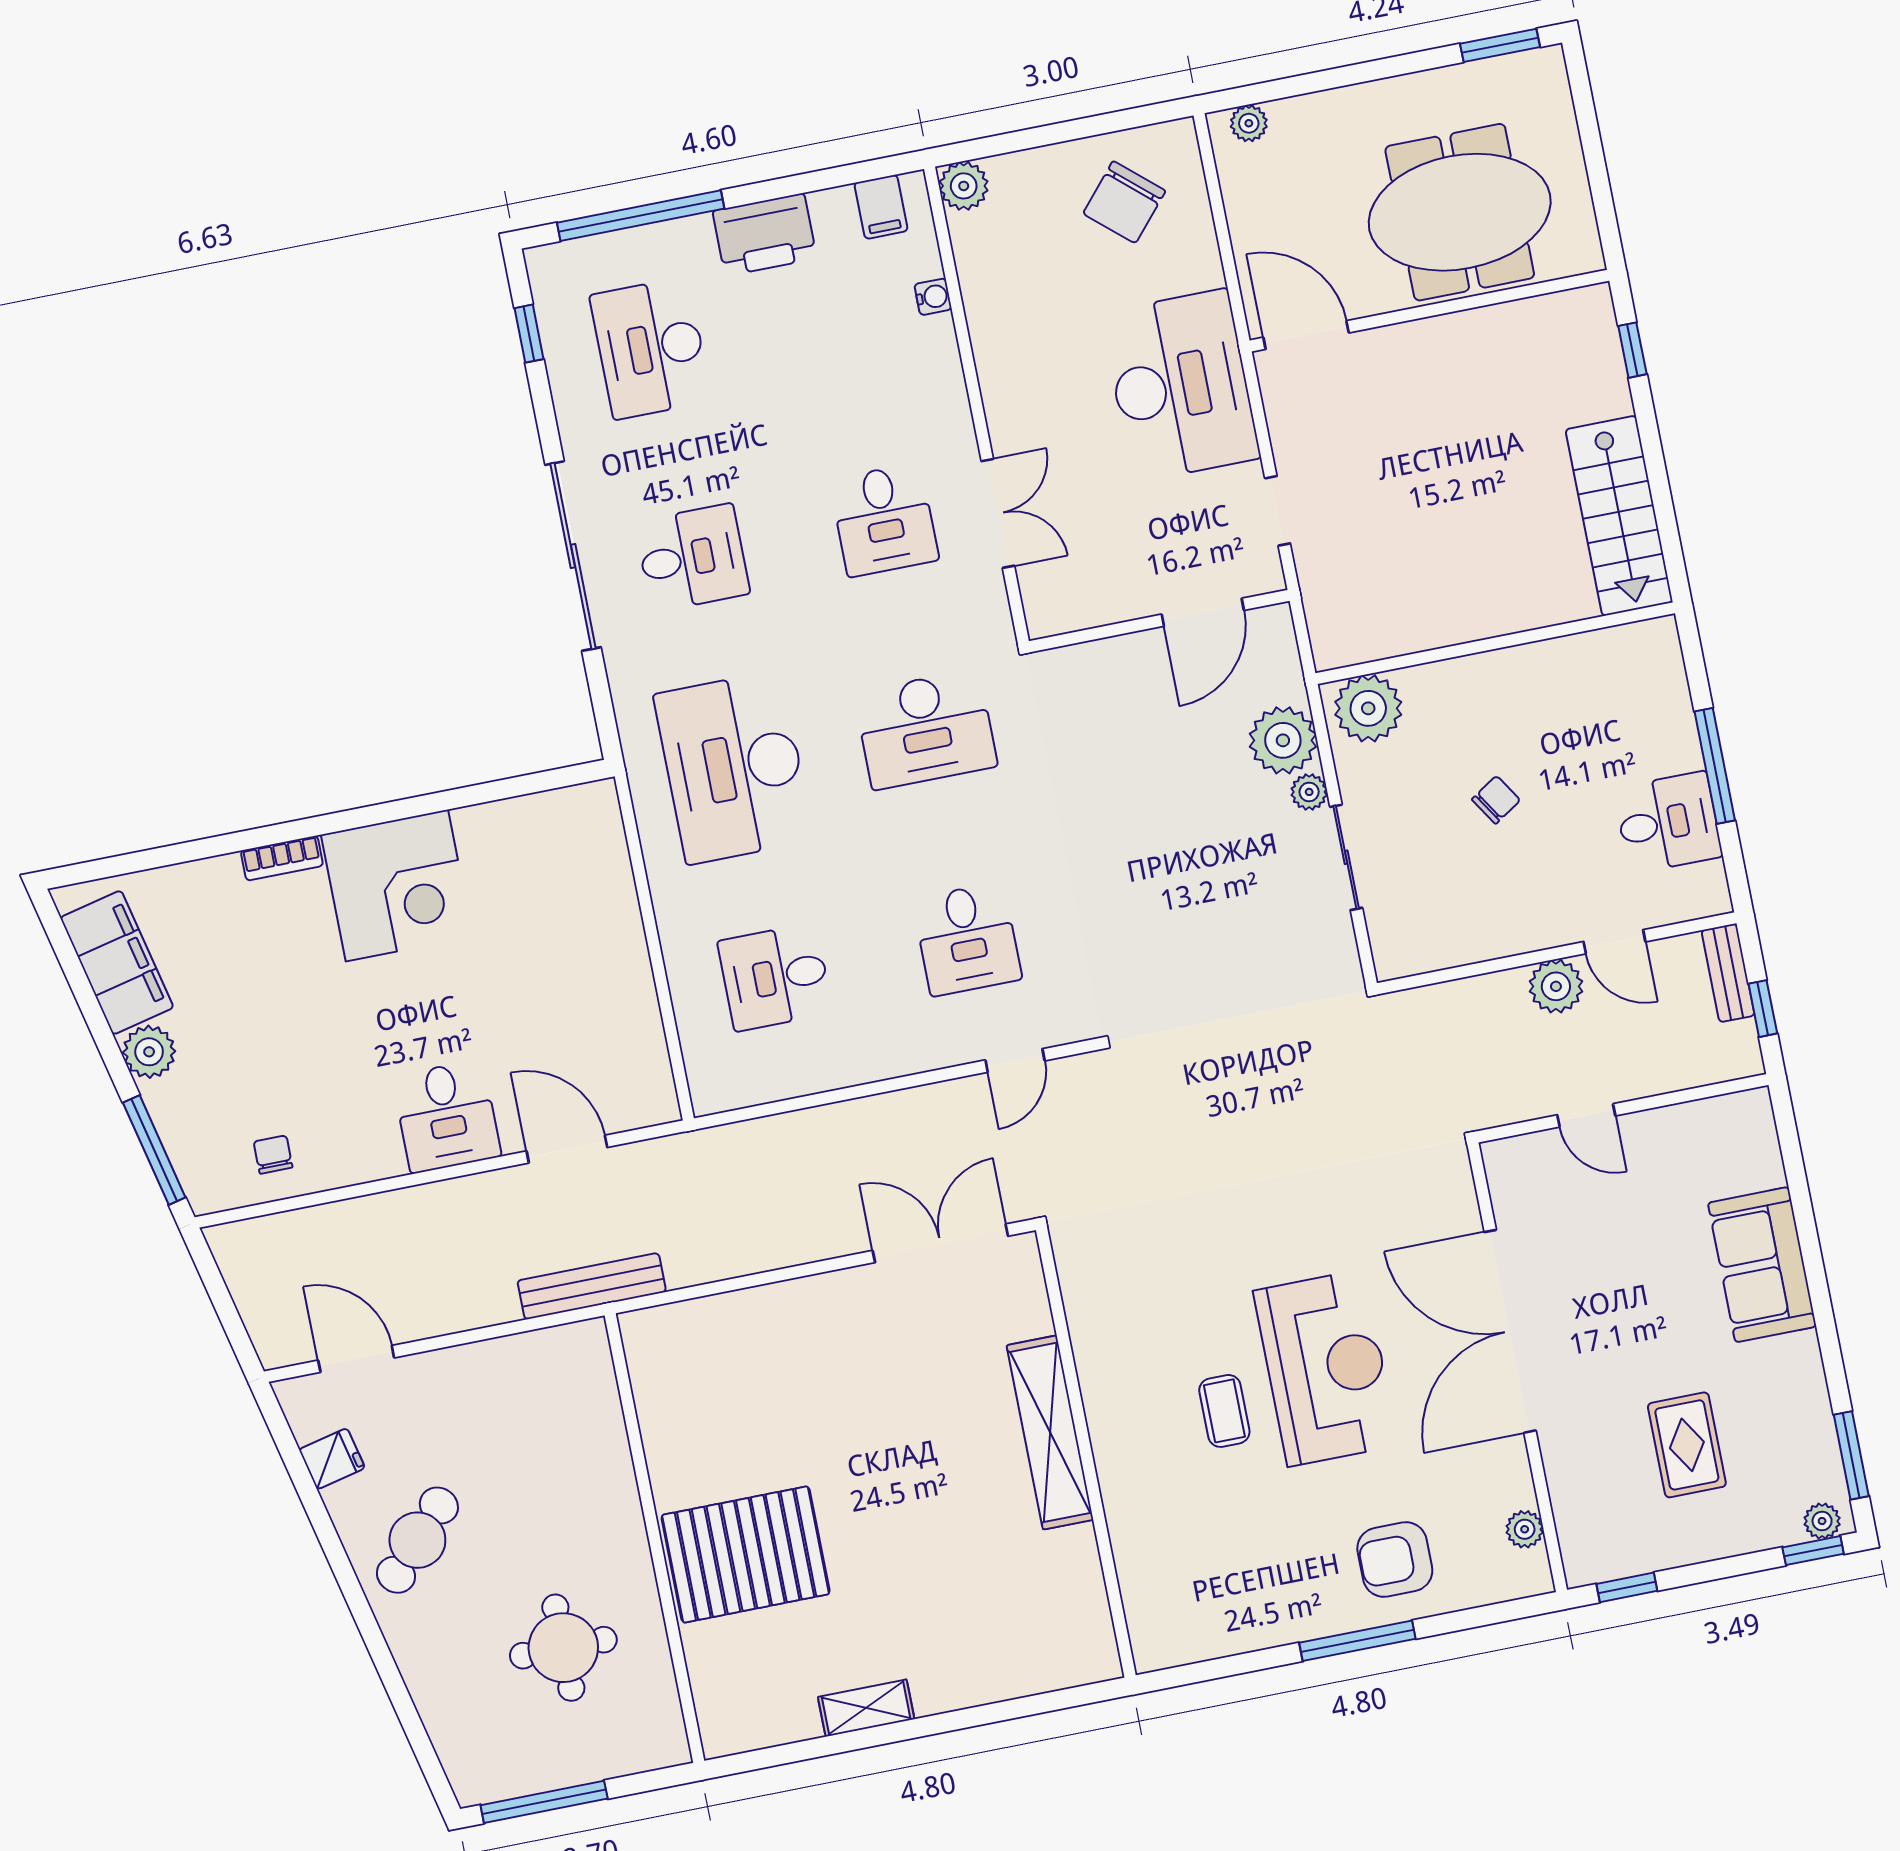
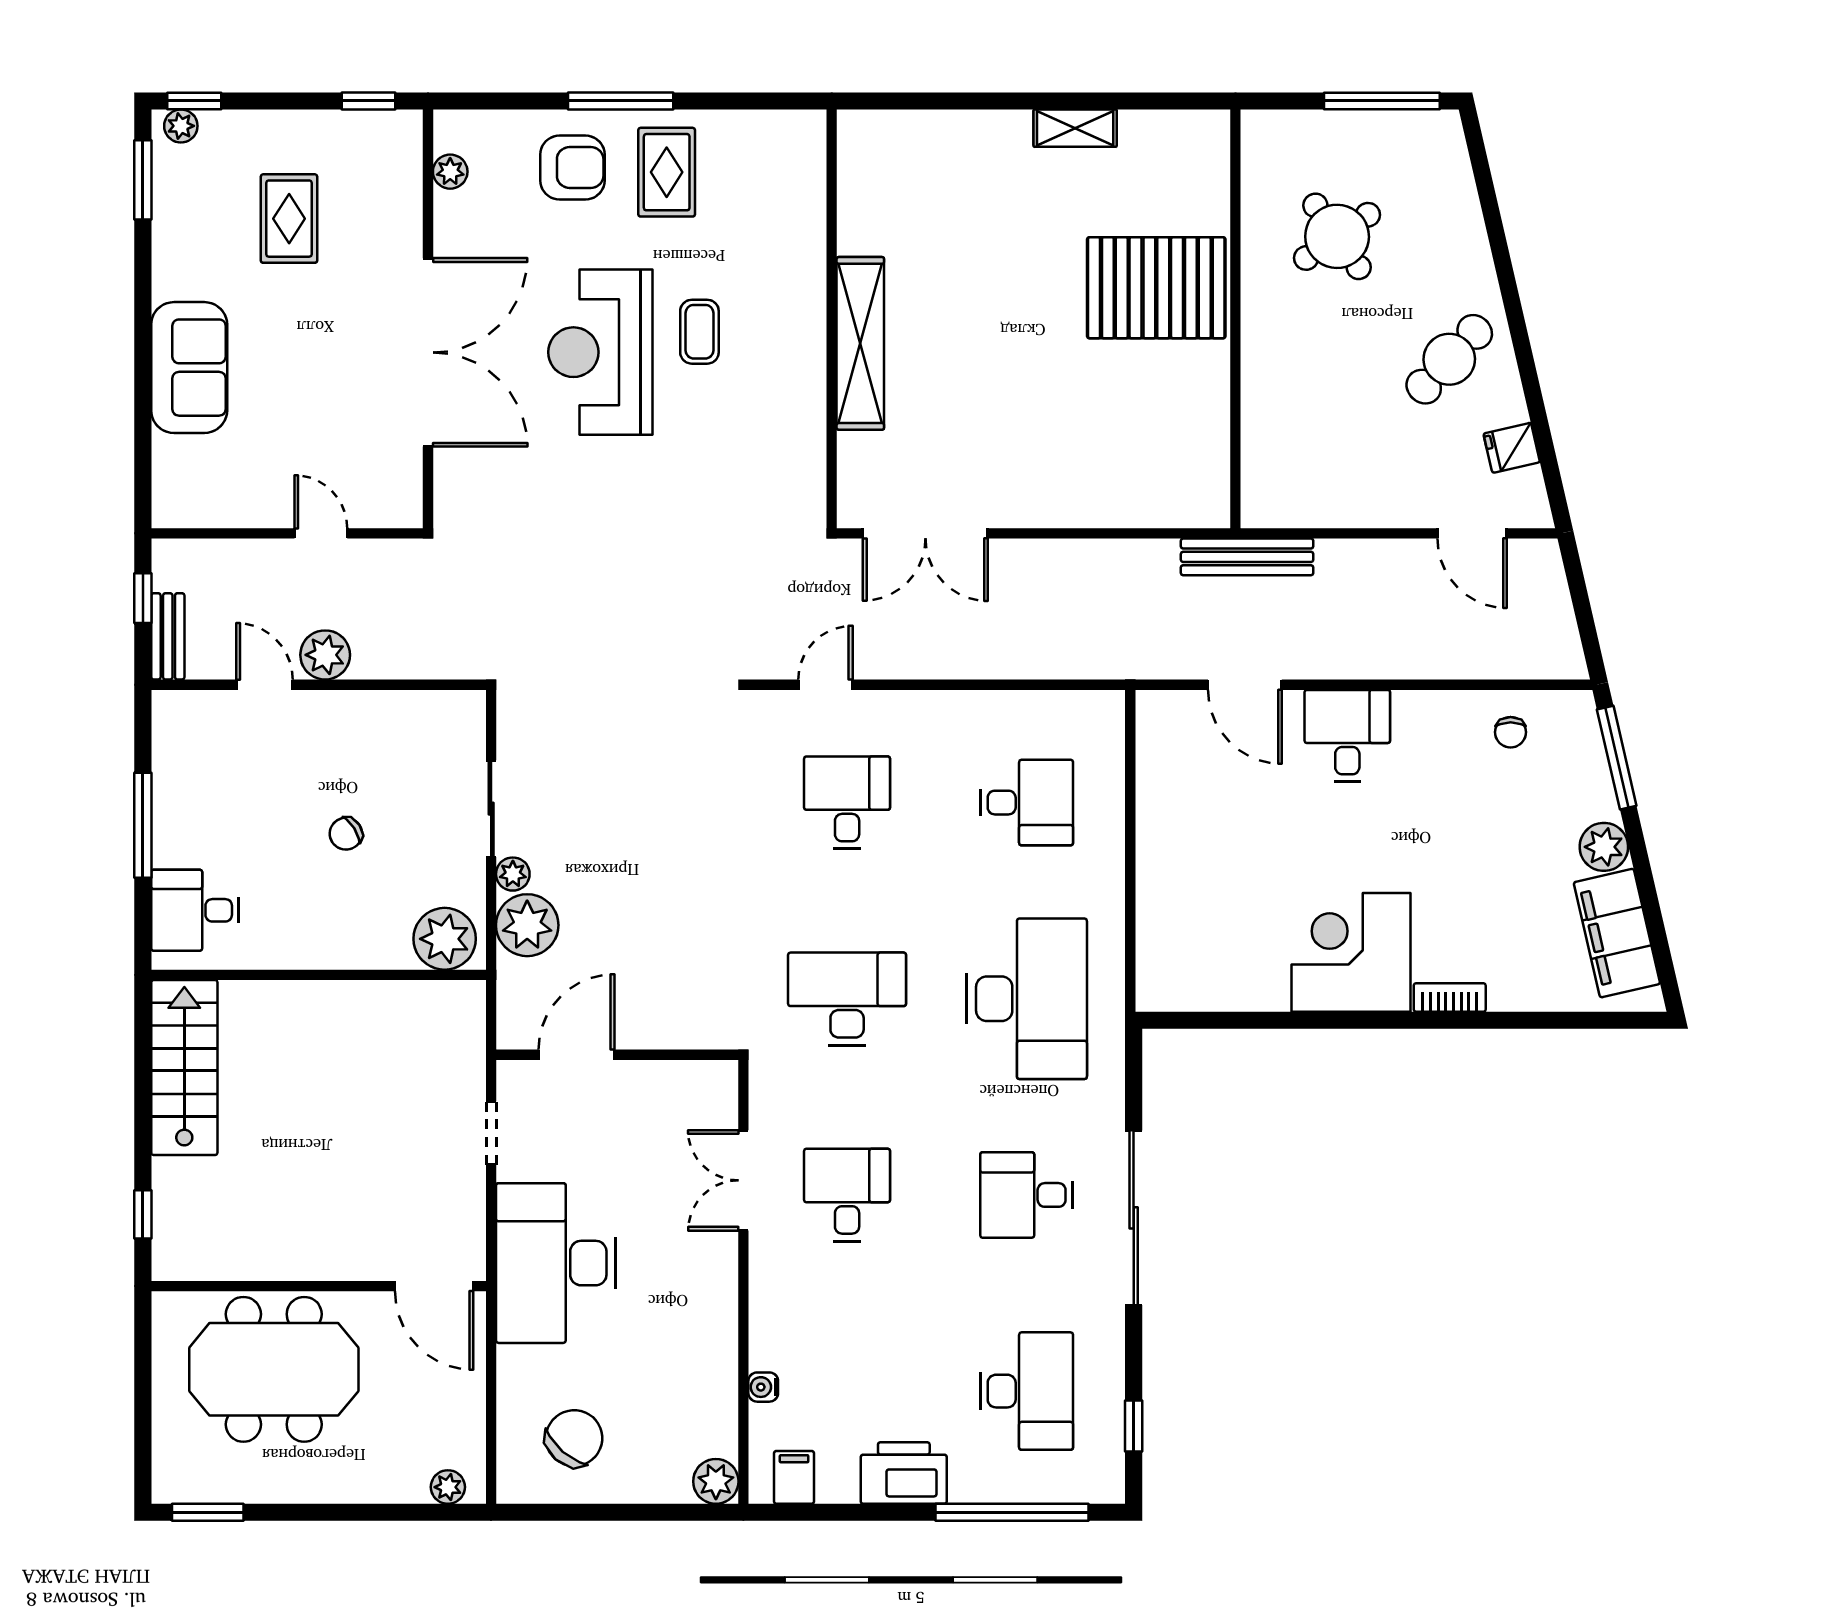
desk: (1668, 823) -> (195, 910), moved
rug: (1293, 1574) -> (667, 172), added
round table: (563, 1648) -> (1337, 236), turned -35

